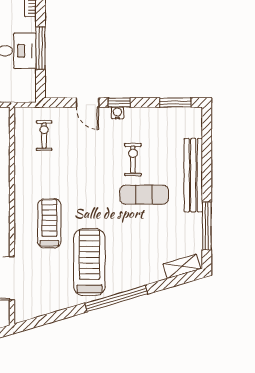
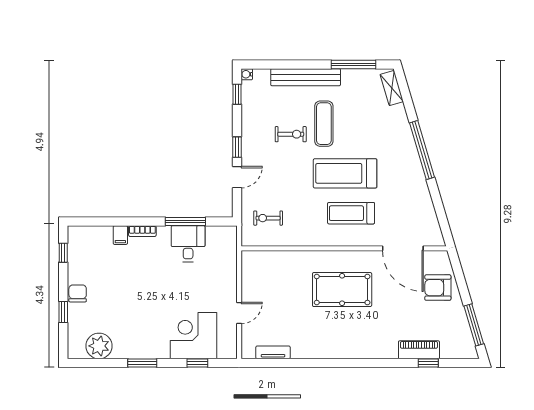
window: (175, 103) -> (237, 94), width x0.67
water cooler: (117, 113) -> (247, 74), moved
exercise bike: (133, 159) -> (291, 134), turned 180
treadmill: (89, 262) -> (345, 173), moved

